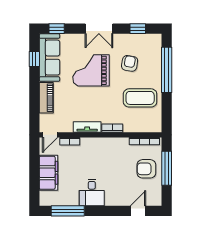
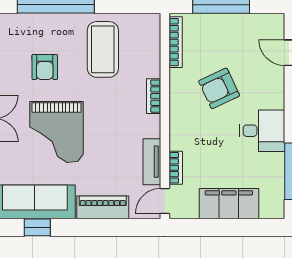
armchair: (130, 63) -> (45, 67), turned -99
tv unit: (87, 127) -> (152, 162), moved
door: (50, 135) -> (165, 201), swing flipped
armchair: (146, 169) -> (219, 88), moved, turned 65

